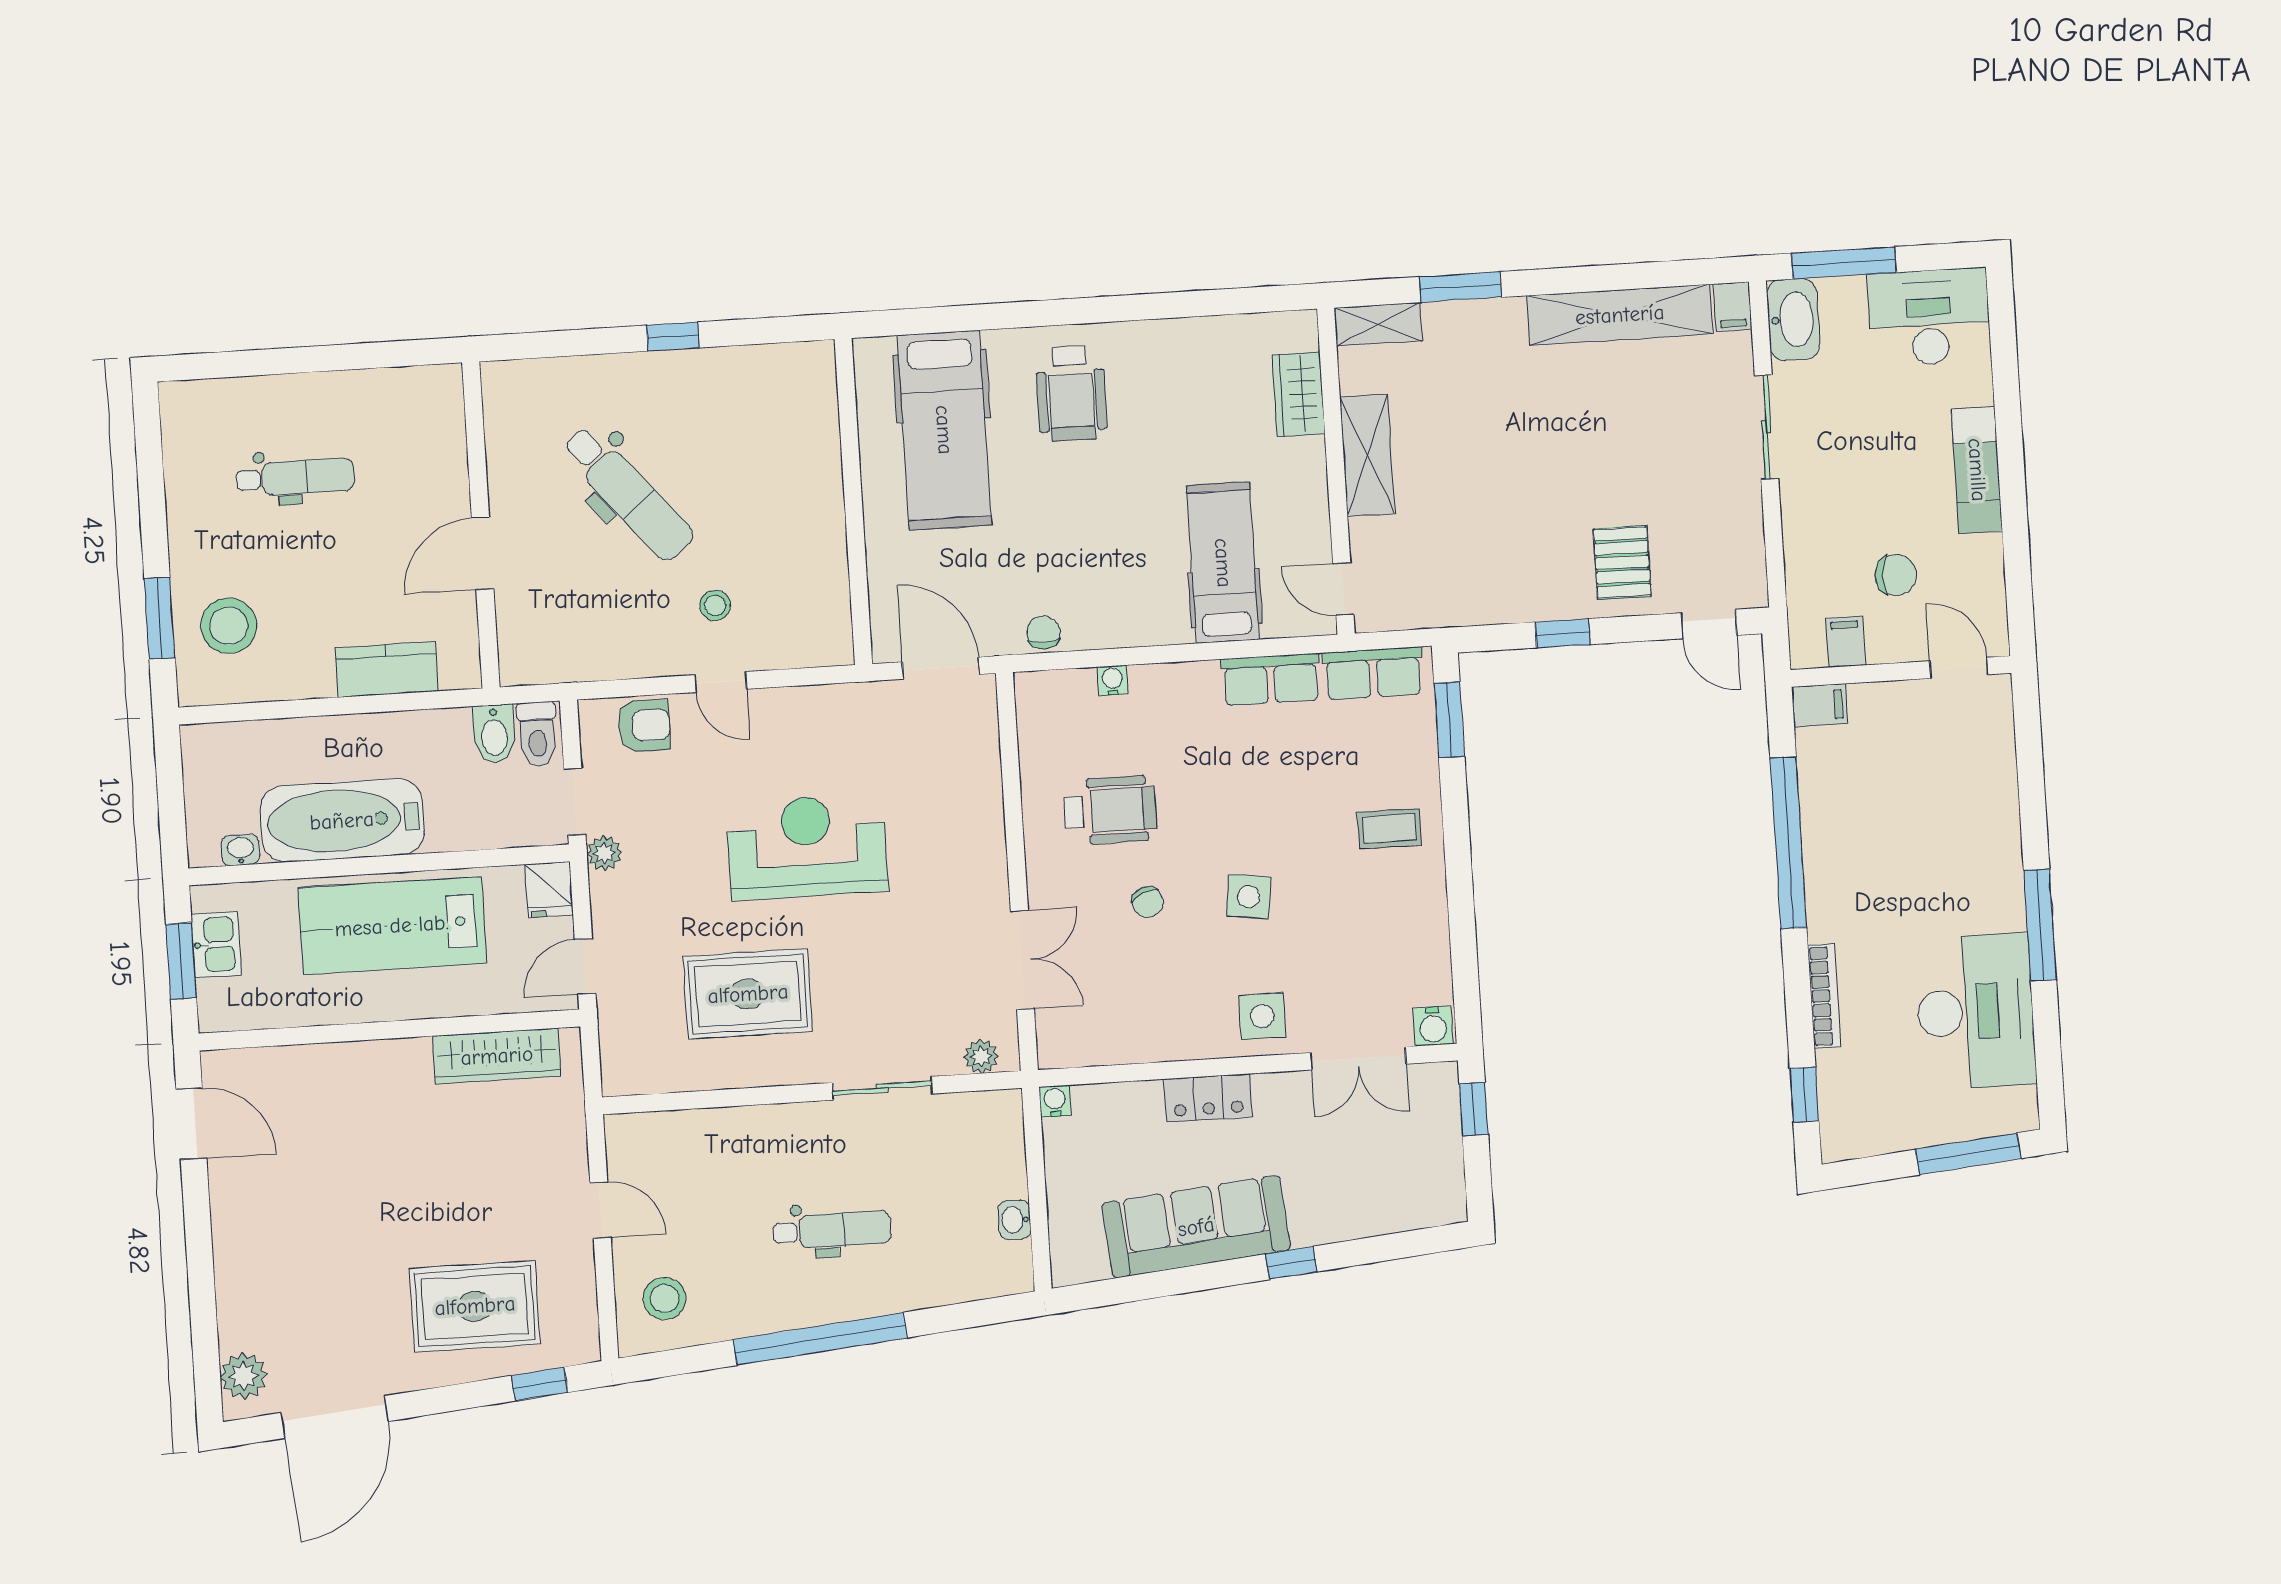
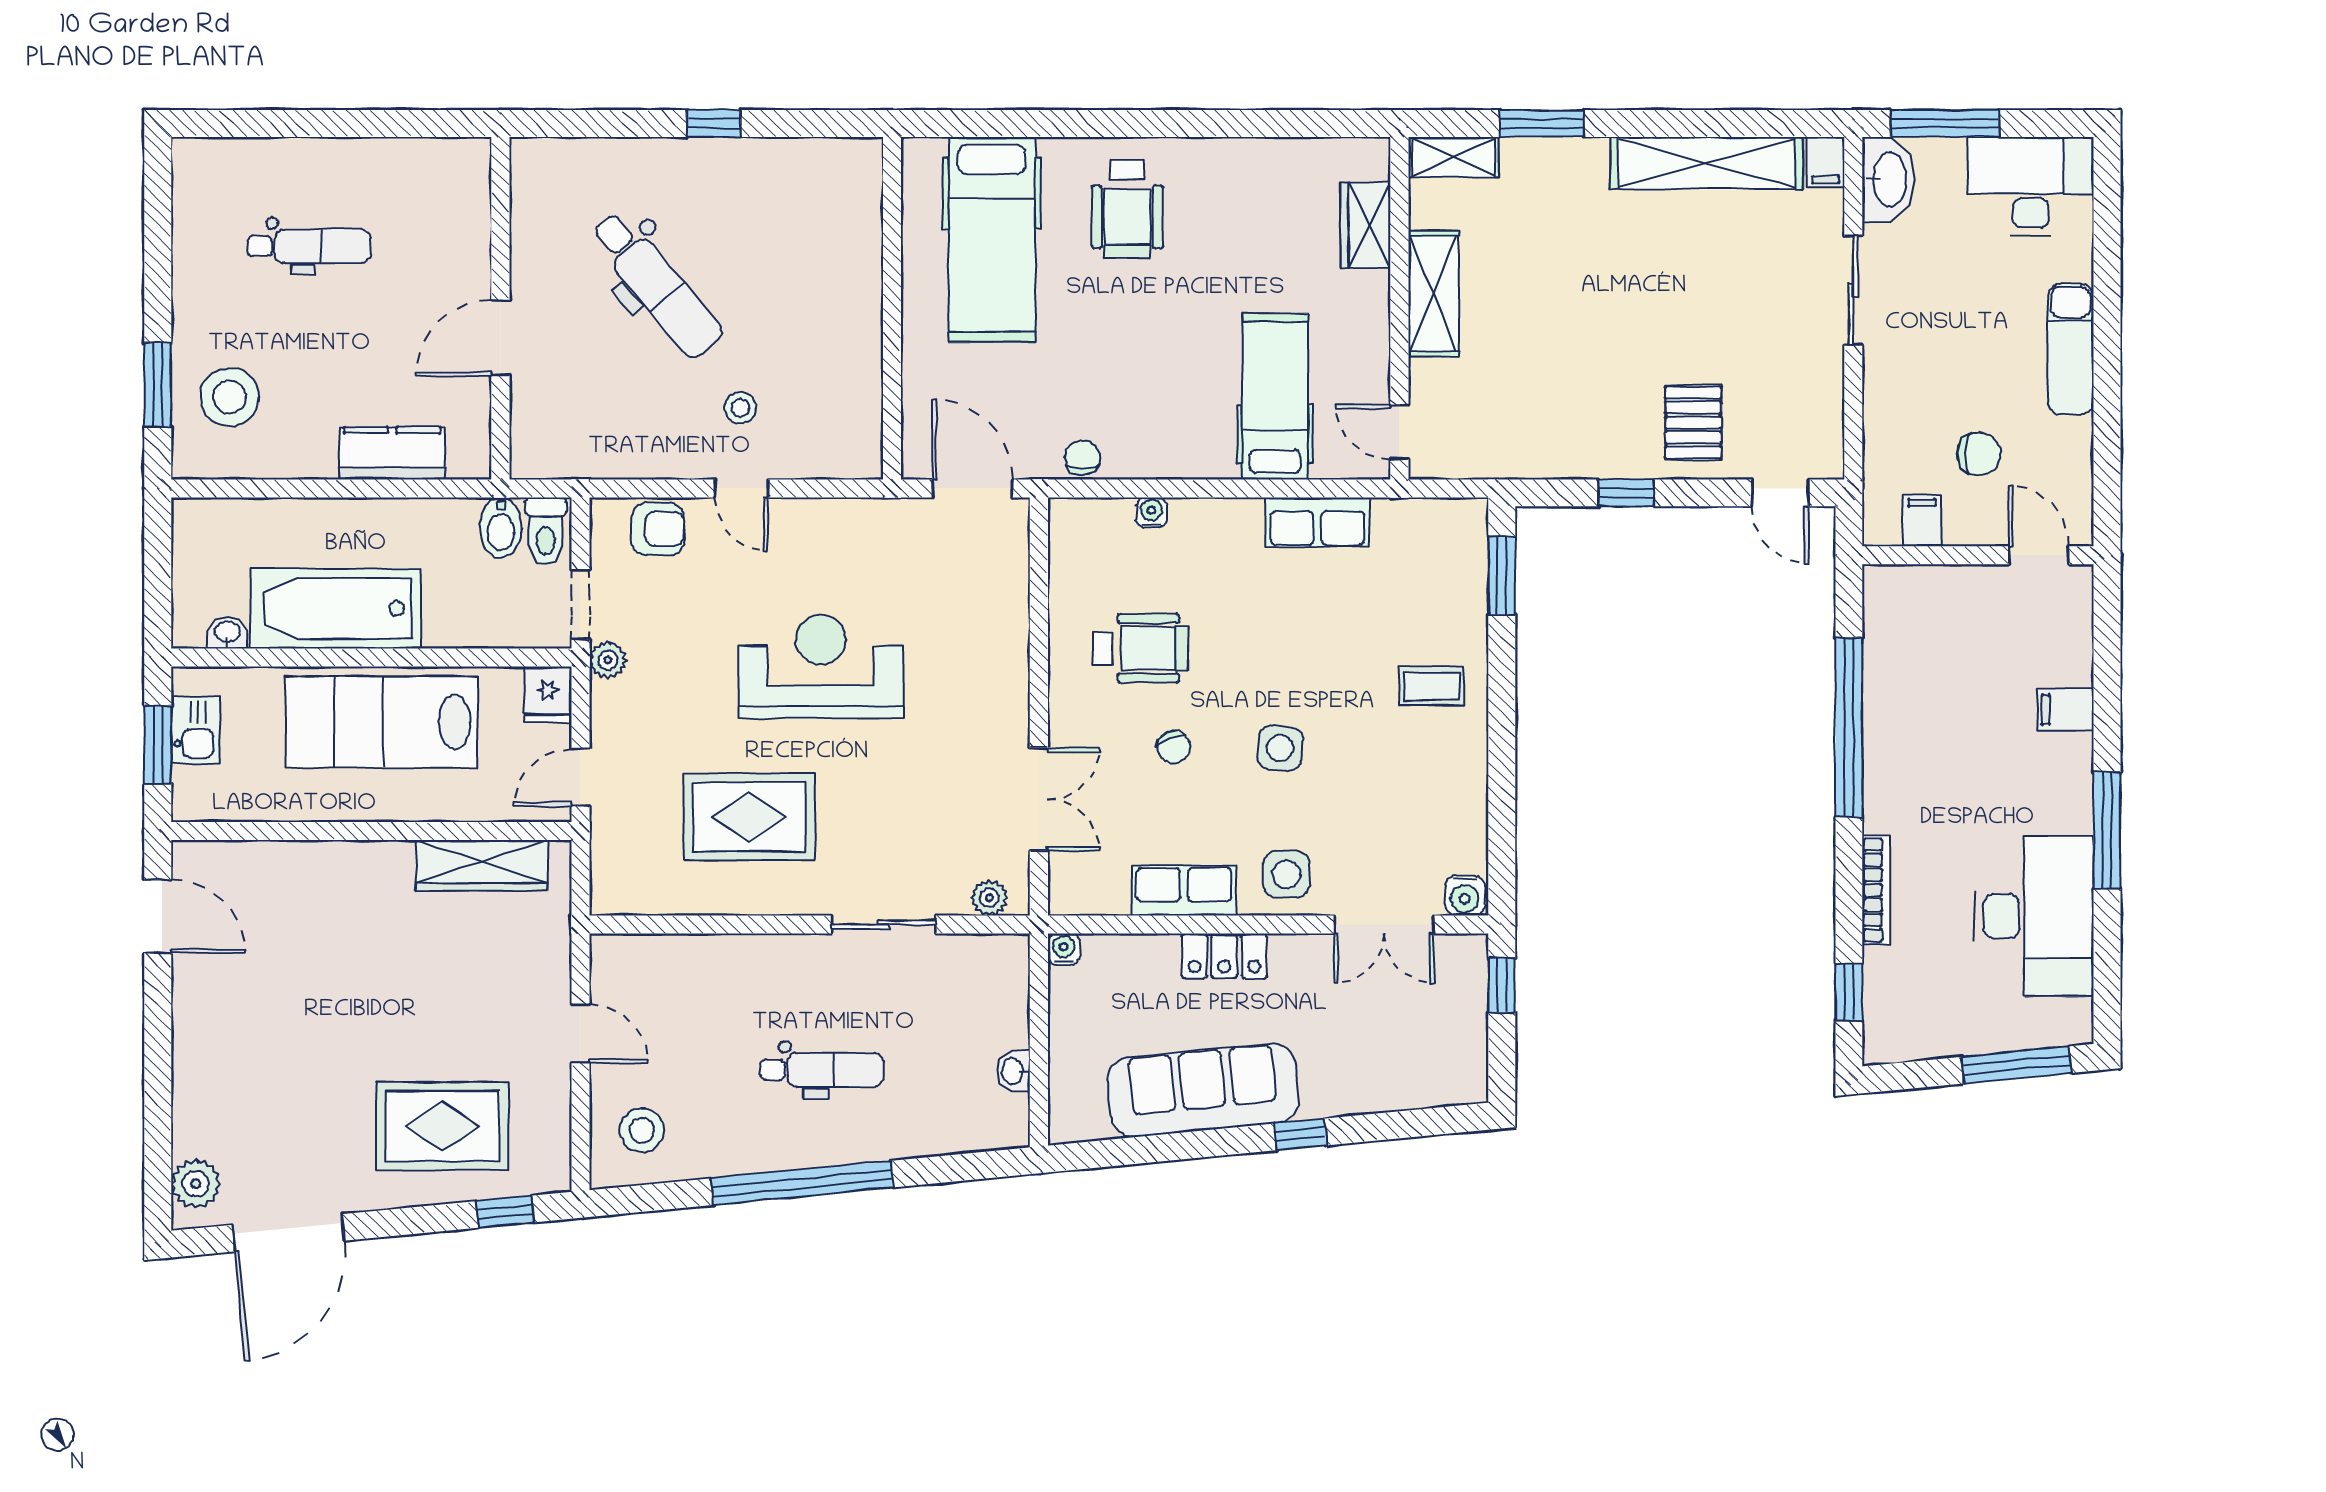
row of seats: (1373, 673) -> (1184, 891), moved, turned 180
filing cabinet: (1819, 705) -> (2065, 710), moved, turned 180

